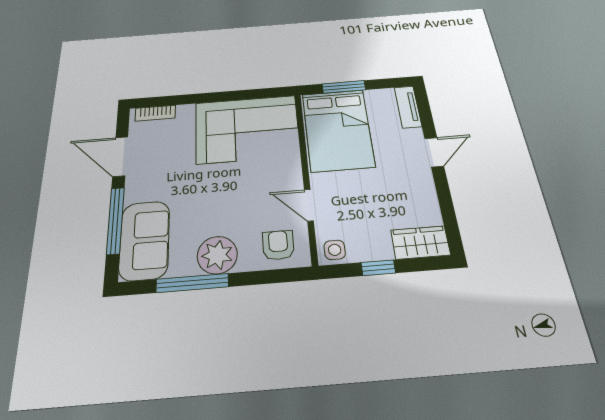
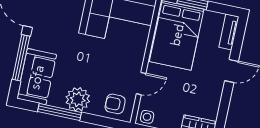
door: (309, 205) -> (141, 84), swing flipped
armchair: (278, 245) -> (115, 104), turned -90

